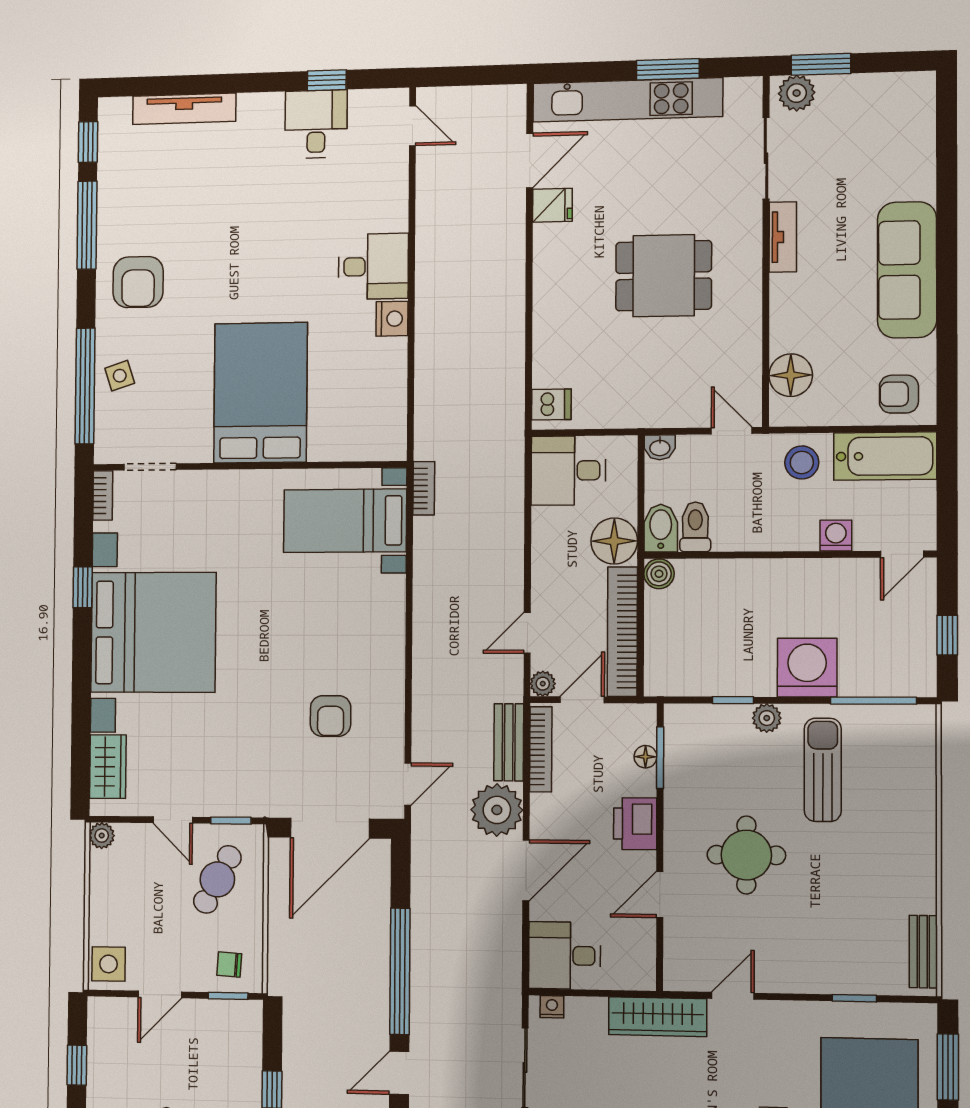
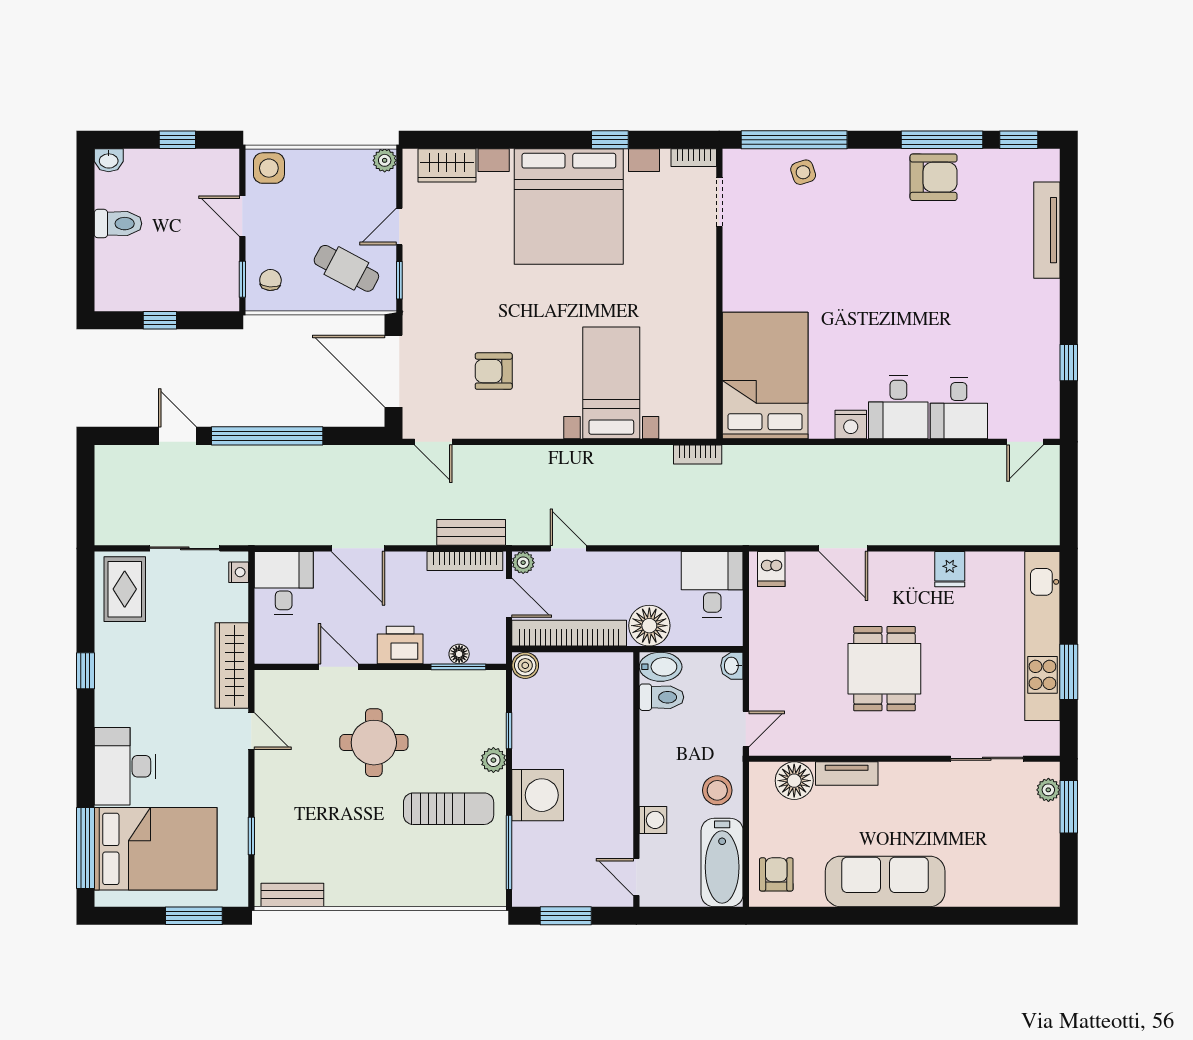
plant: (797, 93) -> (1048, 790), width x0.73, depth x0.73
desk: (316, 124) -> (959, 408), moved, turned 90
door: (530, 160) -> (843, 548), moved
tv unit: (783, 237) -> (847, 774), moved
armchair: (138, 282) -> (934, 177), moved, turned 180
bed: (260, 393) -> (765, 375), moved, turned -90
bed with nightstands: (345, 521) -> (611, 383), moved
boiler: (659, 574) -> (525, 665), moved
window: (947, 635) -> (566, 916), width x1.50
plant: (497, 810) -> (411, 522), removed

